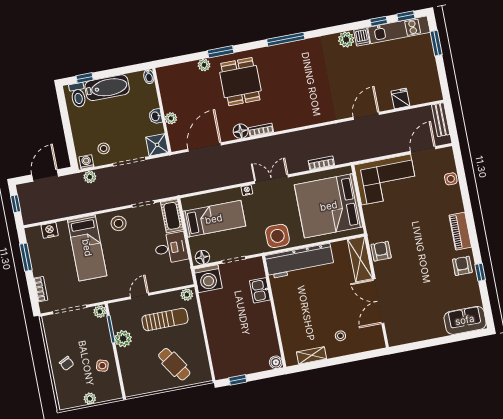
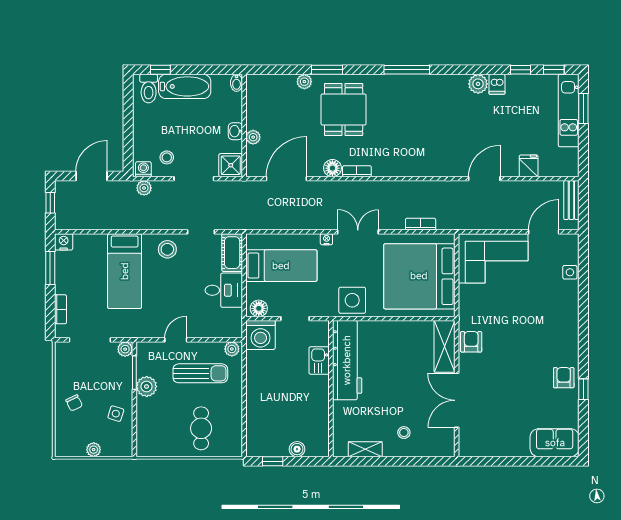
kitchen unit: (399, 30) -> (569, 111), moved, turned 90
nightstand: (50, 230) -> (64, 242), moved
piano: (460, 231) -> (569, 336), removed
workbench: (299, 261) -> (347, 360), moved, turned -90
boiler: (276, 362) -> (297, 449), moved
cafe table: (174, 364) -> (201, 428), turned 33

